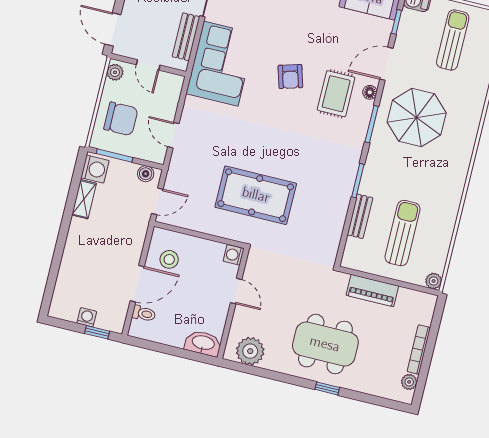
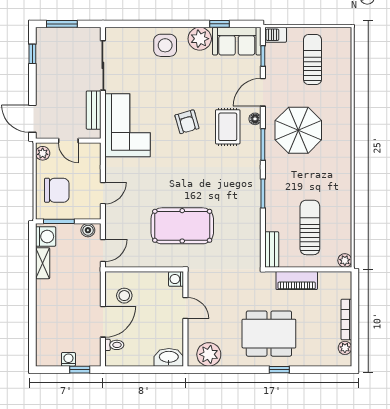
door: (173, 135) -> (103, 193), swing flipped
bench: (360, 216) -> (272, 249), moved

